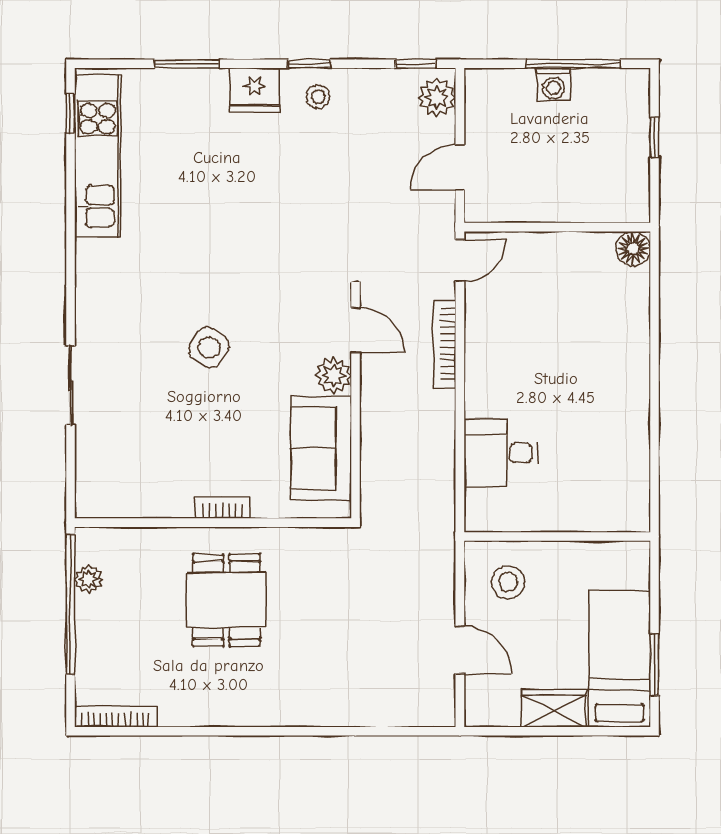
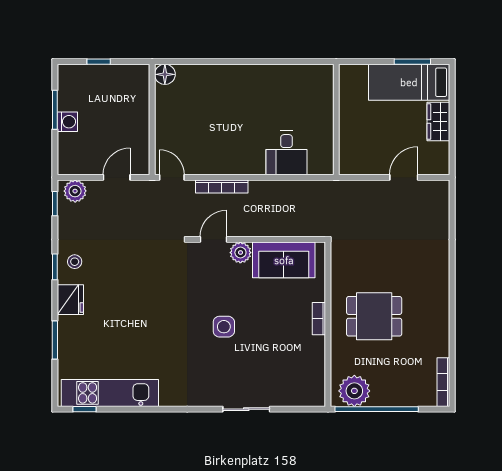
window: (573, 64) -> (55, 110), width x0.69
door: (460, 167) -> (117, 177), swing flipped
side table: (209, 348) -> (224, 327), turned -34
plant: (89, 579) -> (354, 391), width x1.88, depth x1.88
stool: (508, 582) -> (363, 149), removed

